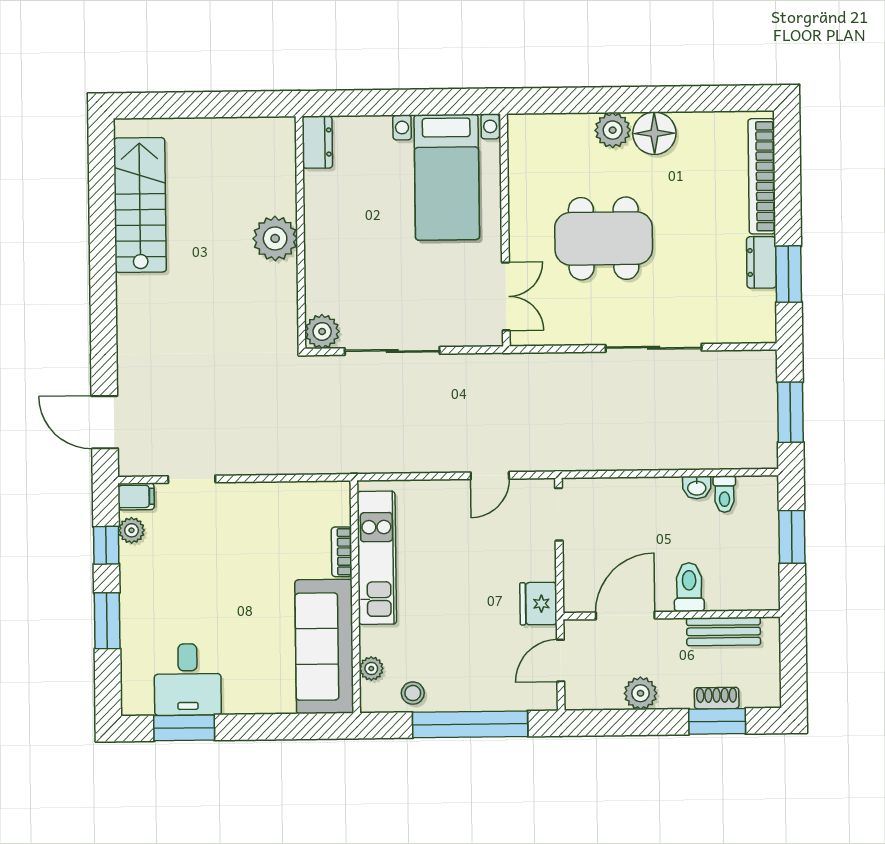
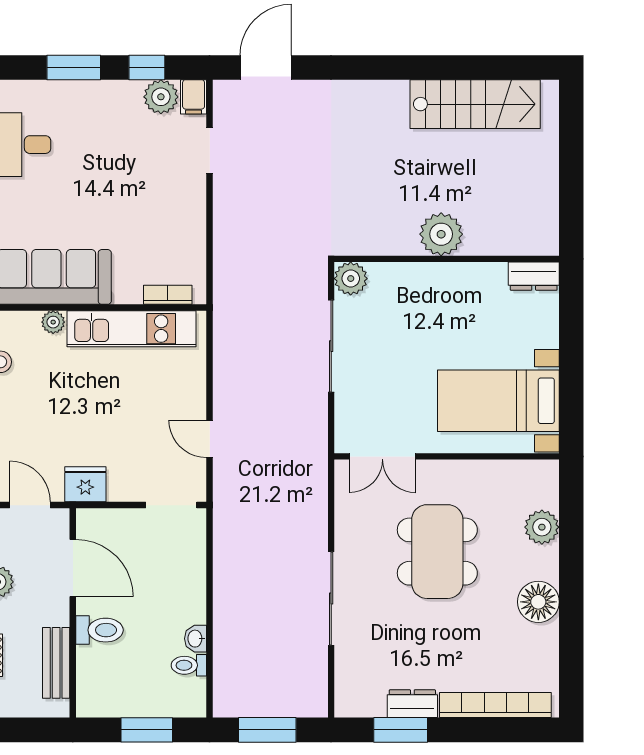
plant: (613, 130) -> (542, 527), moved
plant: (132, 530) -> (161, 97), width x1.38, depth x1.38
bookcase: (342, 552) -> (168, 295), moved
plant: (371, 669) -> (53, 322), moved

